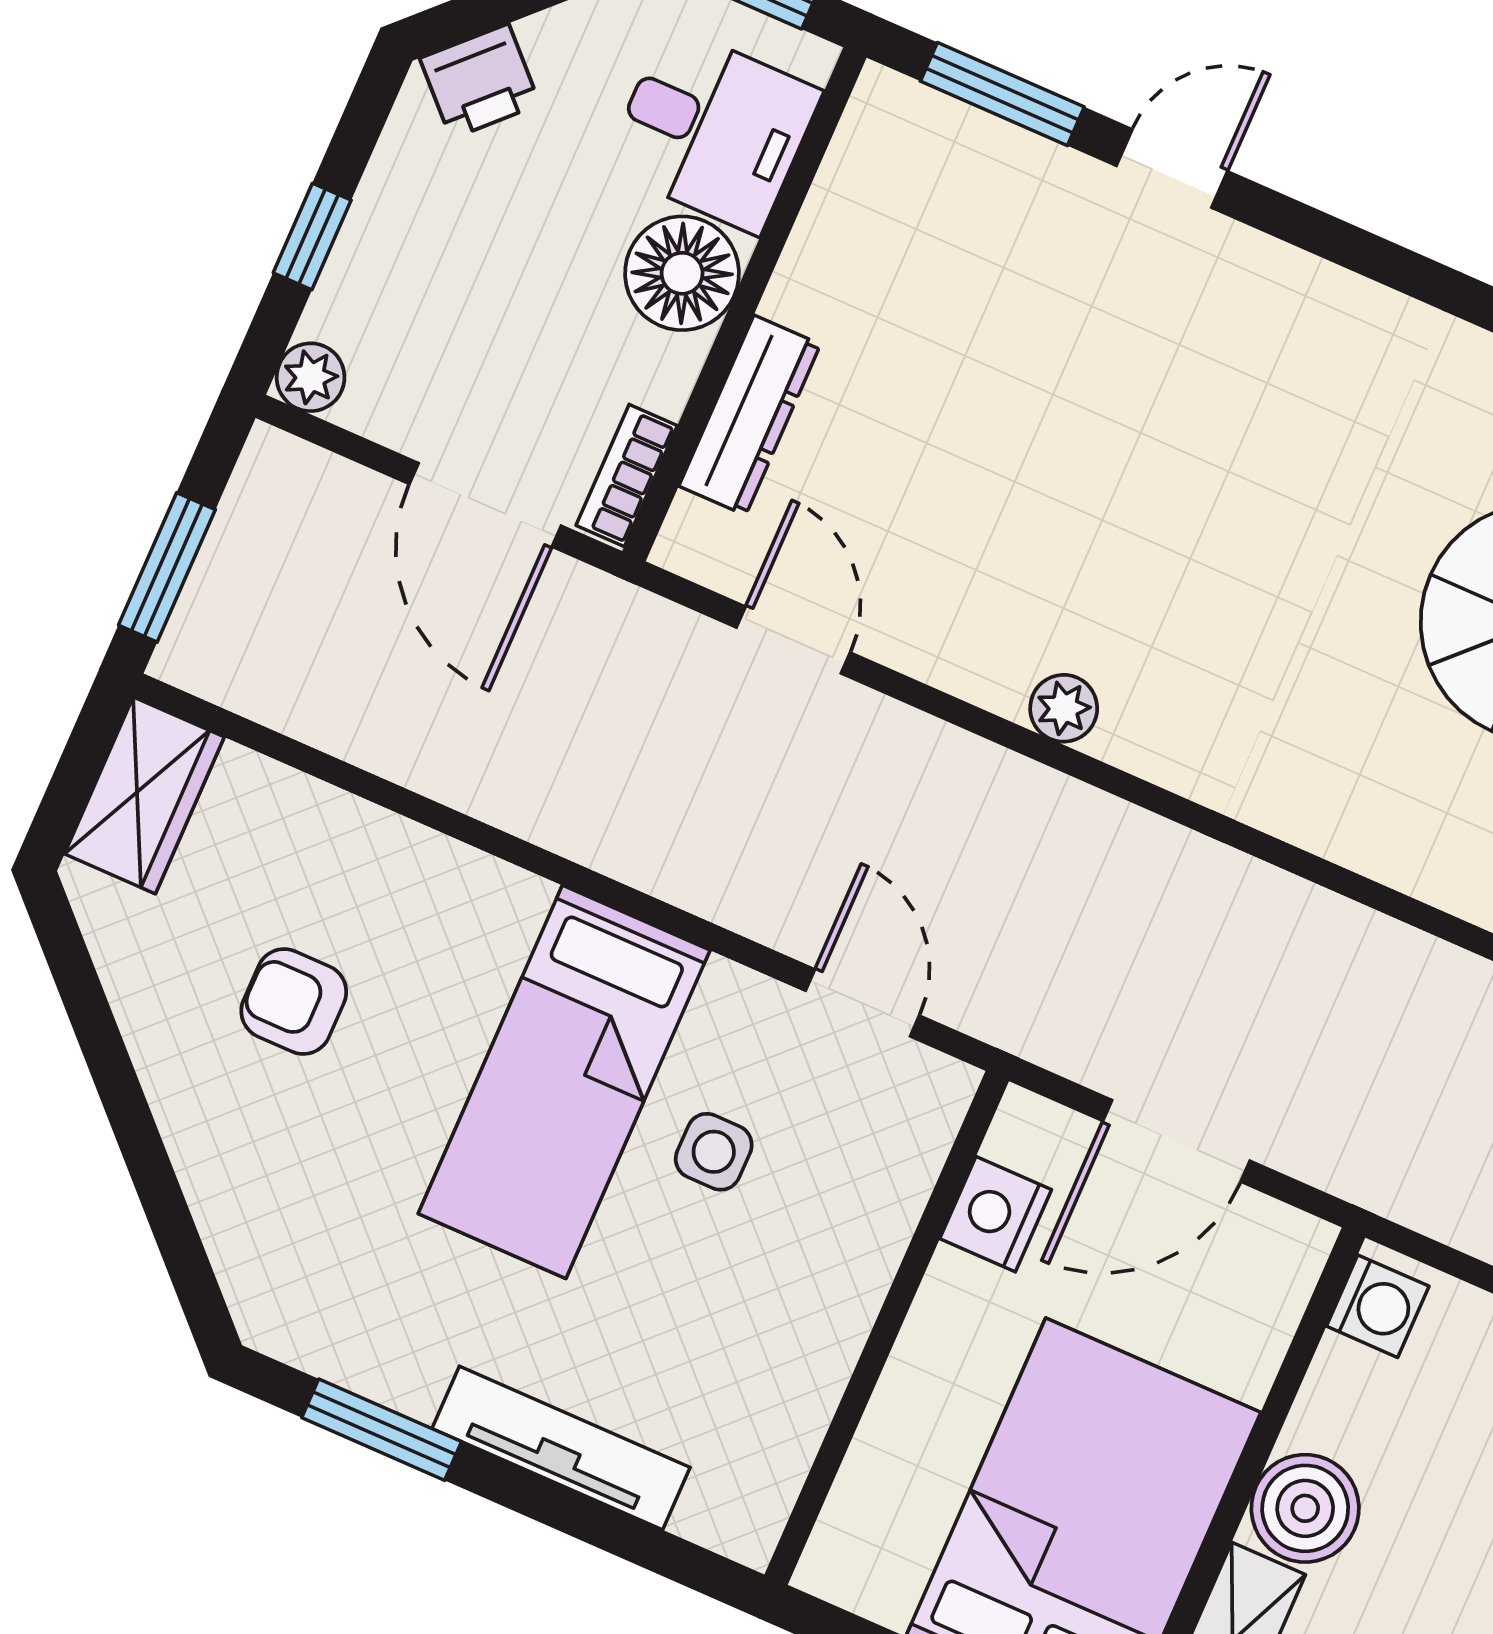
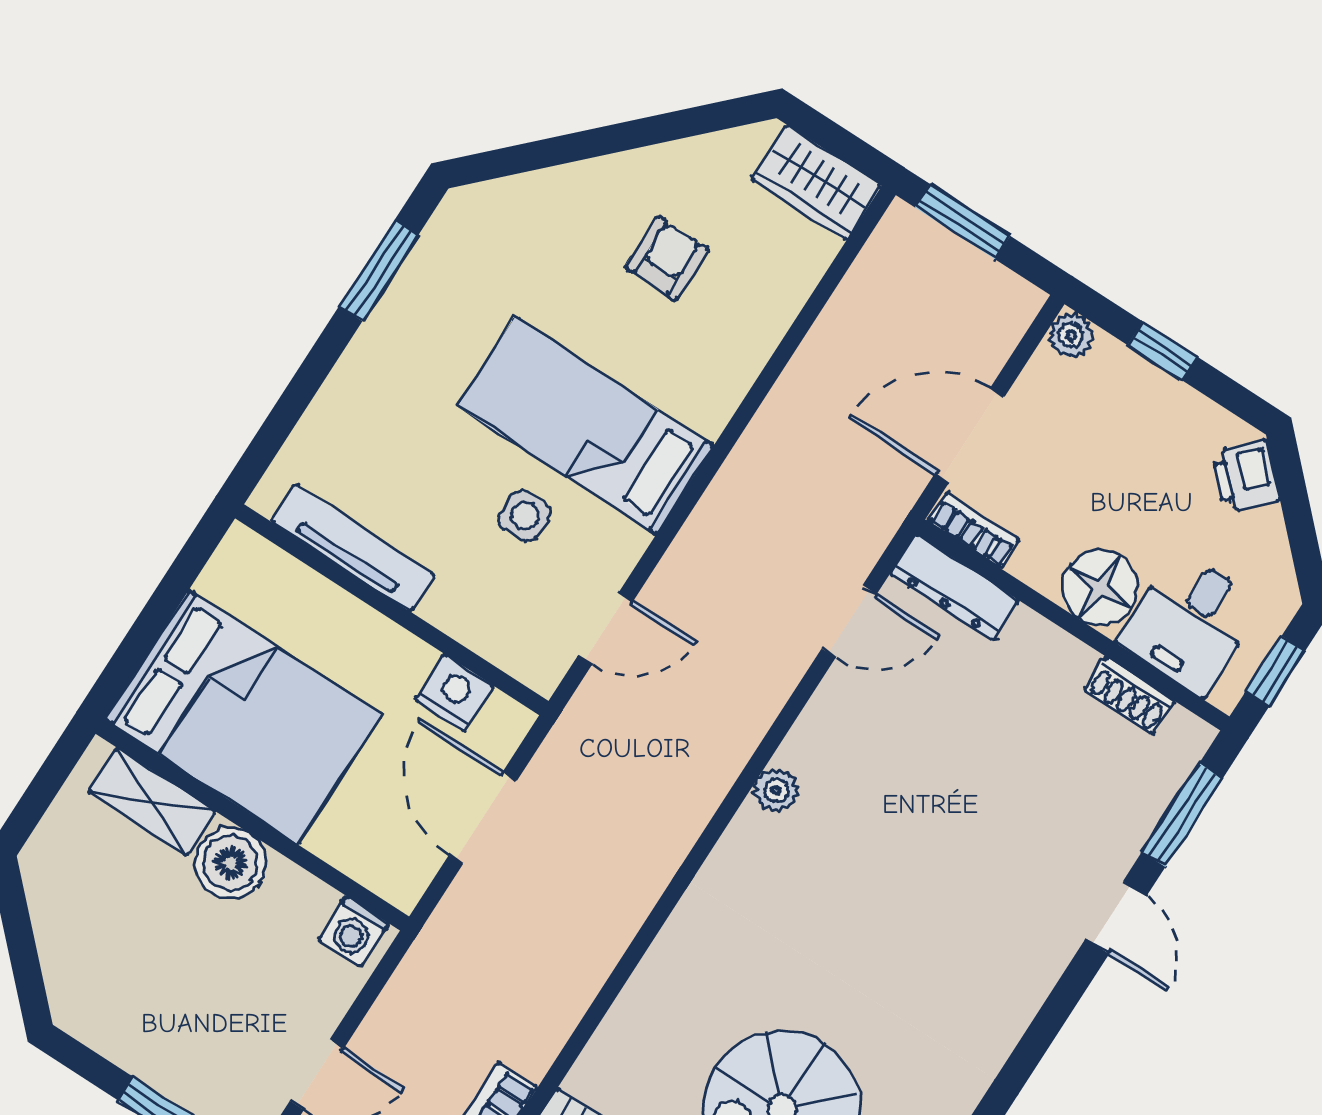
shoe rack: (836, 203) -> (1129, 696), added
dresser: (750, 415) -> (955, 587), moved
tv unit: (561, 1448) -> (353, 548), moved, turned -90

